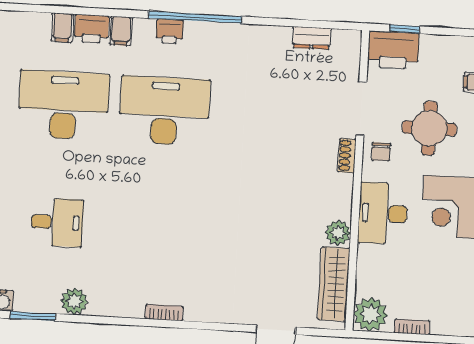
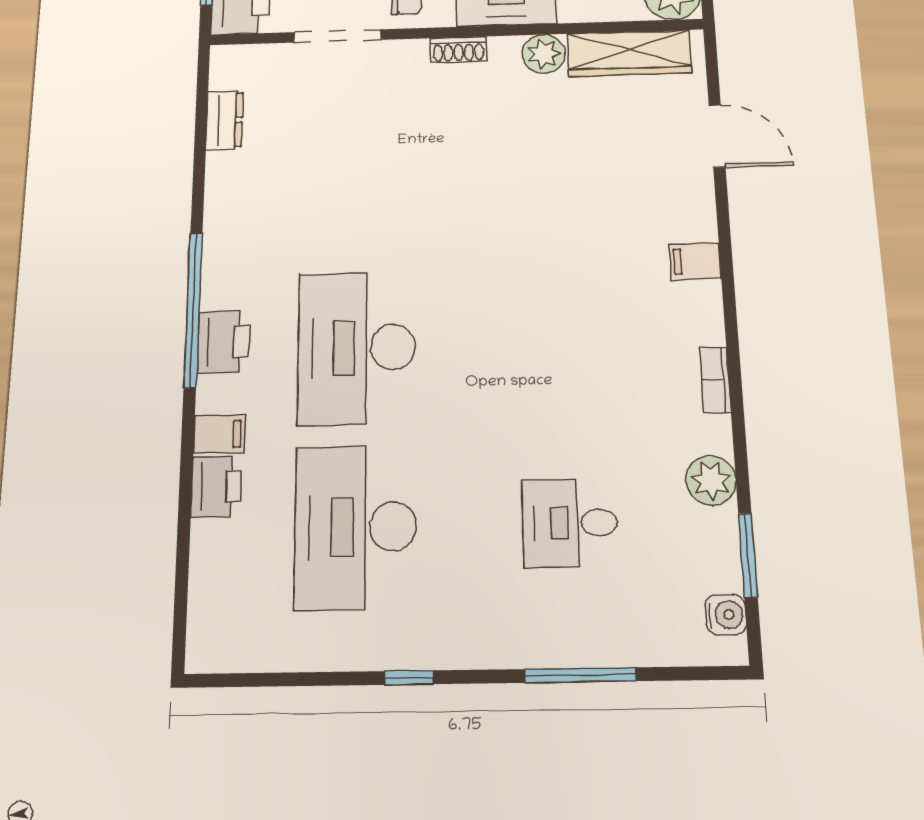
filing cabinet: (62, 28) -> (695, 261), moved, turned 180
printer: (170, 31) -> (224, 342), width x1.36, depth x1.24
shoe rack: (347, 156) -> (458, 50), moved
desk: (57, 222) -> (570, 523), turned -90
bookcase: (164, 312) -> (715, 380), moved

